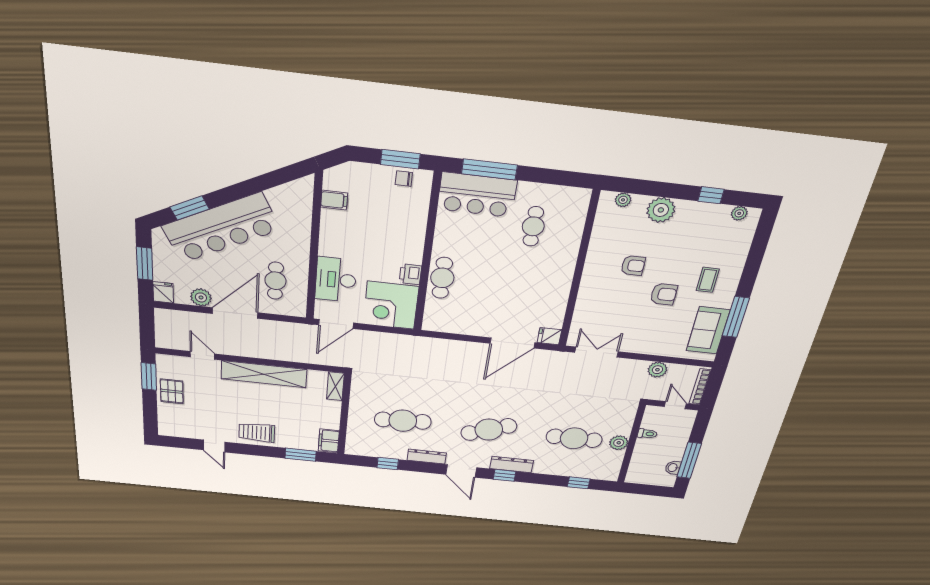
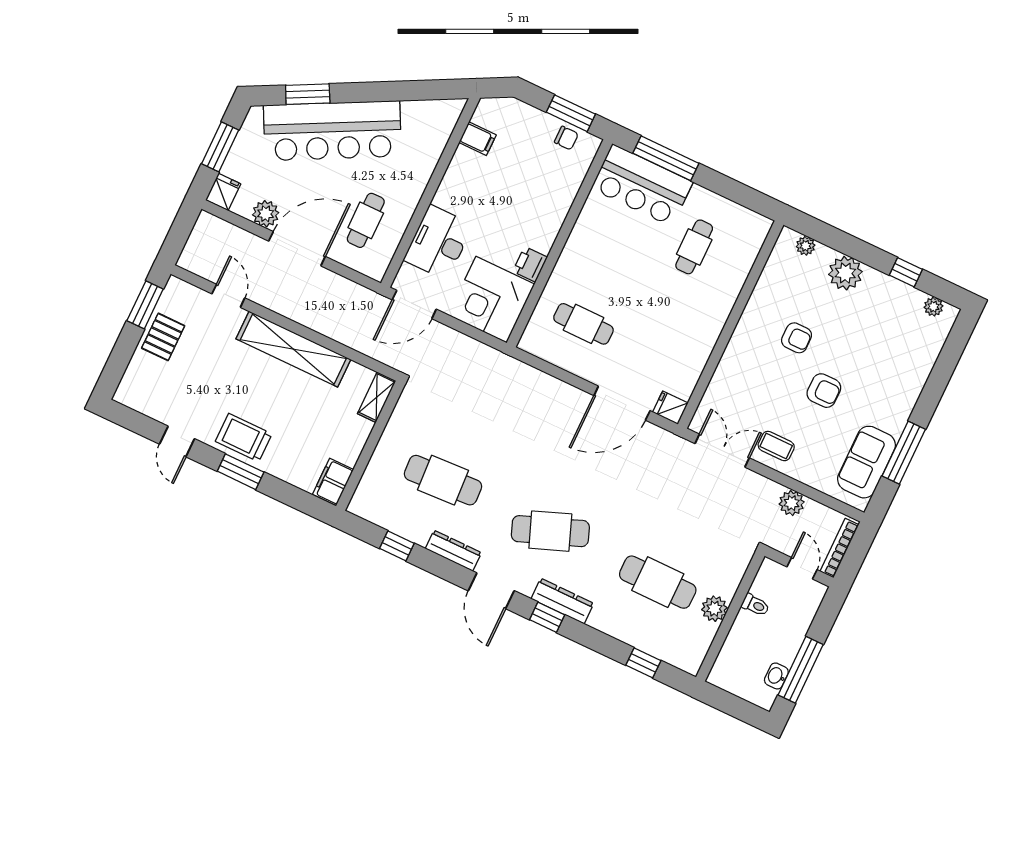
chair: (404, 179) -> (566, 138), turned 180
cafe table: (442, 278) -> (583, 324), moved, turned 90
coffee table: (708, 280) -> (776, 446), moved, turned 90
window: (300, 455) -> (241, 472), moved

